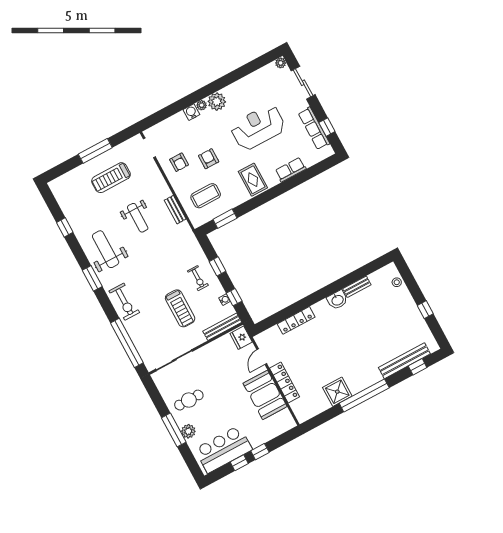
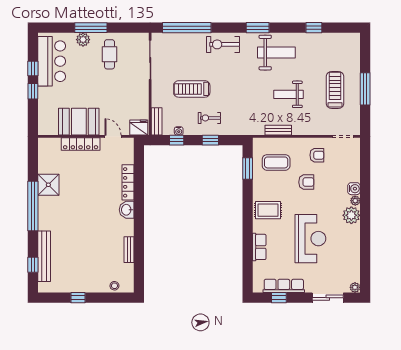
armchair: (179, 162) -> (317, 155), turned 180
coffee table: (206, 196) -> (276, 162), turned 90
washbasin: (337, 300) -> (127, 210), moved
bench: (222, 327) -> (157, 121), width x0.73

